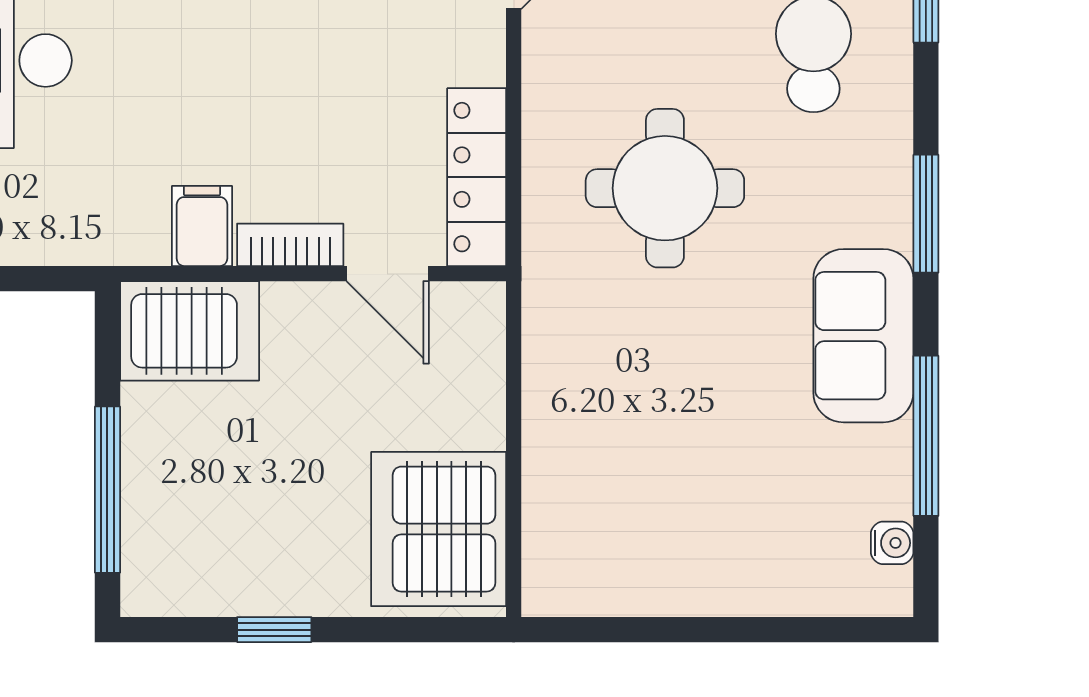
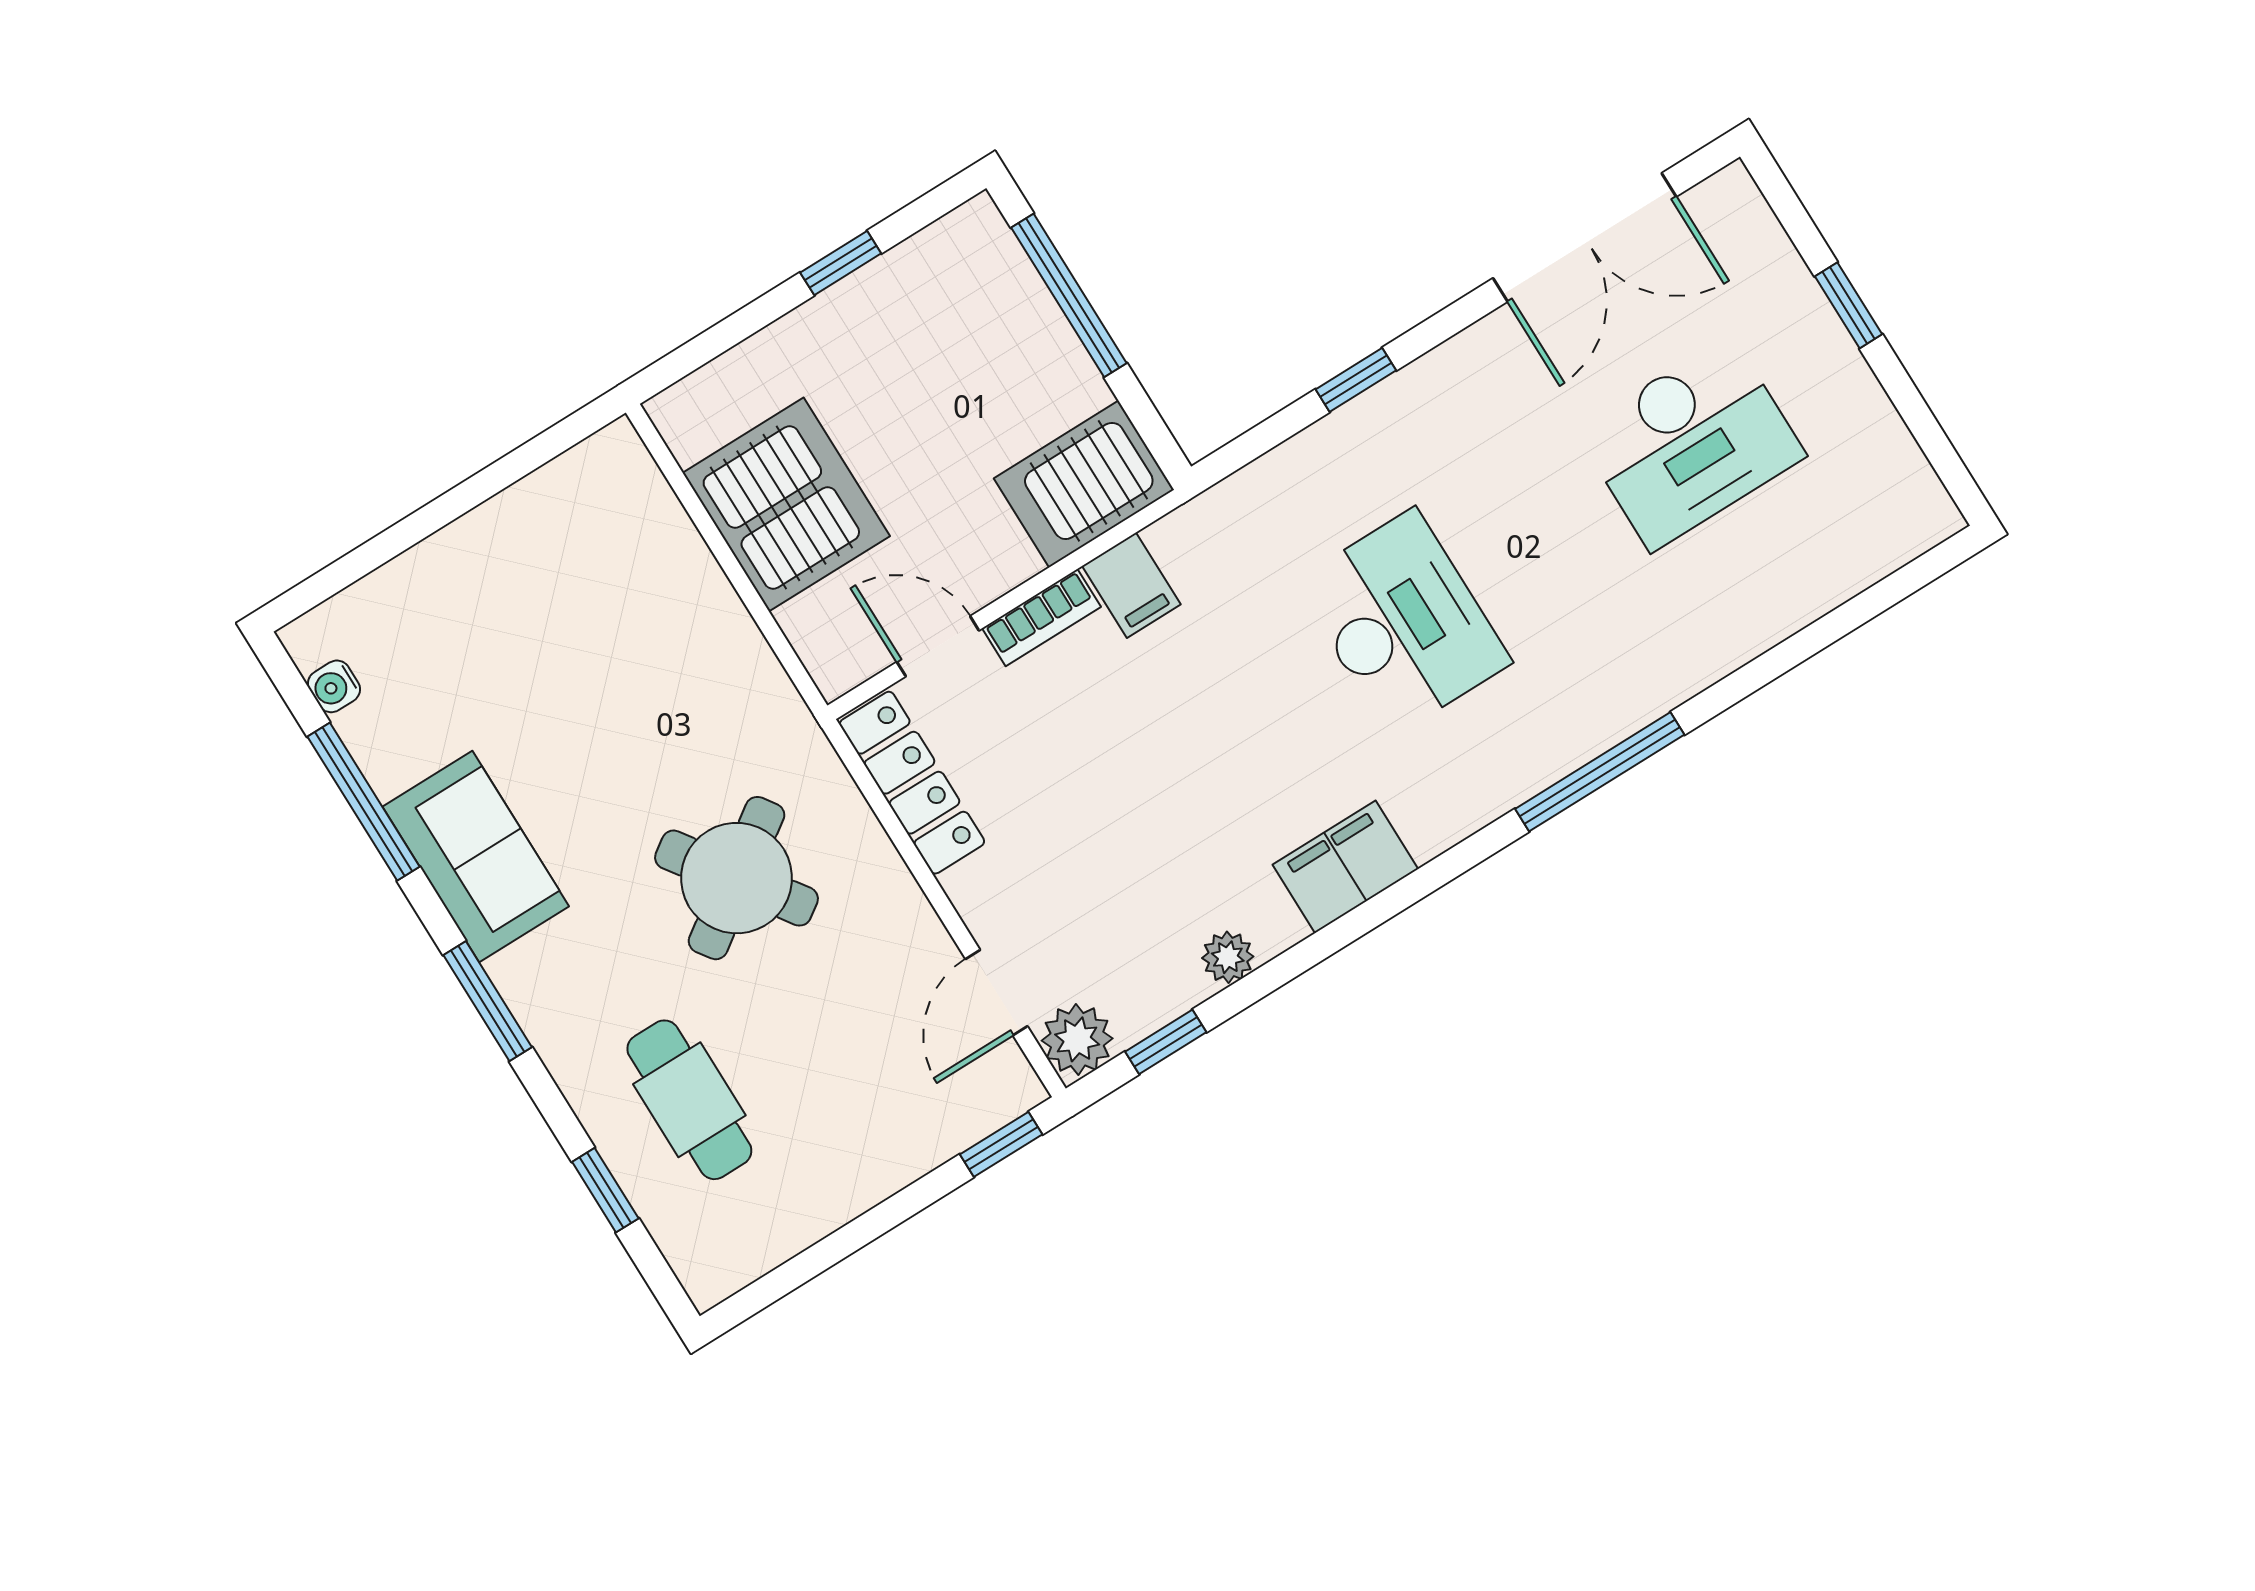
round table: (665, 188) -> (736, 878), turned -35
server rack: (439, 529) -> (786, 504), moved

